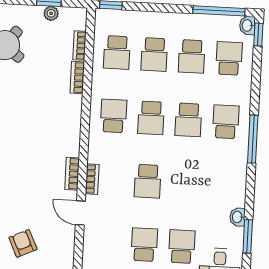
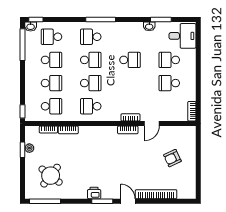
school desk: (148, 181) -> (130, 60), moved

